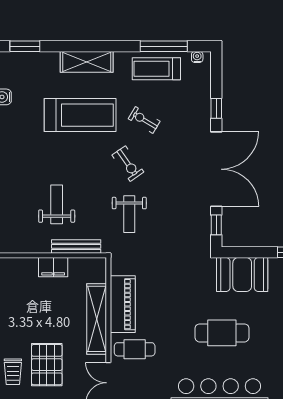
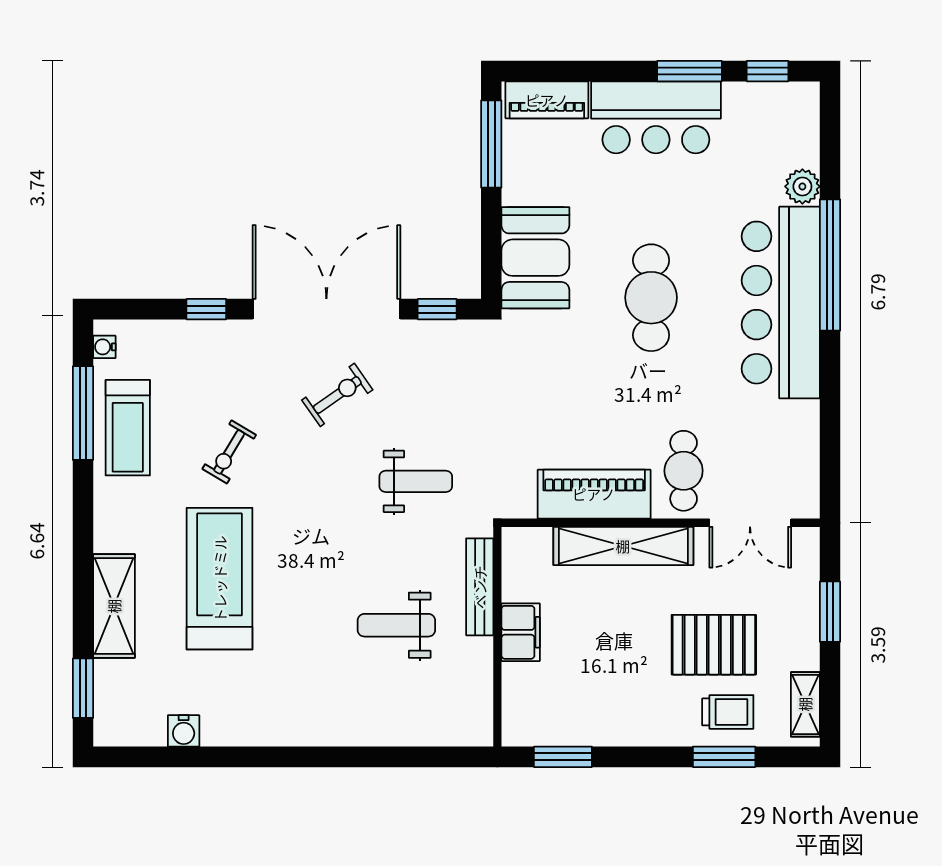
shelving: (87, 62) -> (114, 606), moved
exercise bike: (128, 164) -> (337, 395), moved

